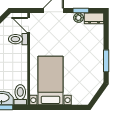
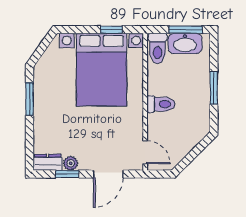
toilet: (18, 39) -> (161, 104), moved
bed with nightstands: (50, 81) -> (102, 70), width x1.36
window: (51, 107) -> (111, 30), added

